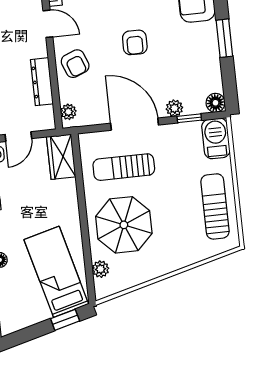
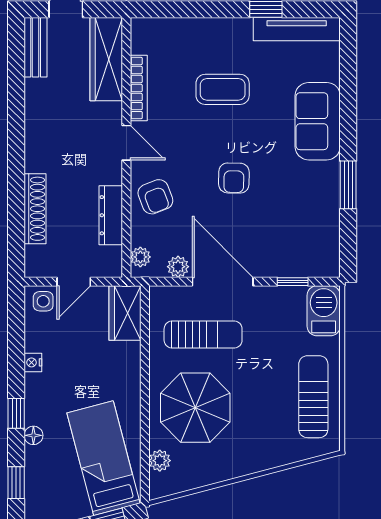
floor lamp: (216, 103) -> (328, 265), removed
plant: (174, 108) -> (178, 267), moved
sun lounger: (124, 167) -> (203, 335), turned 180

